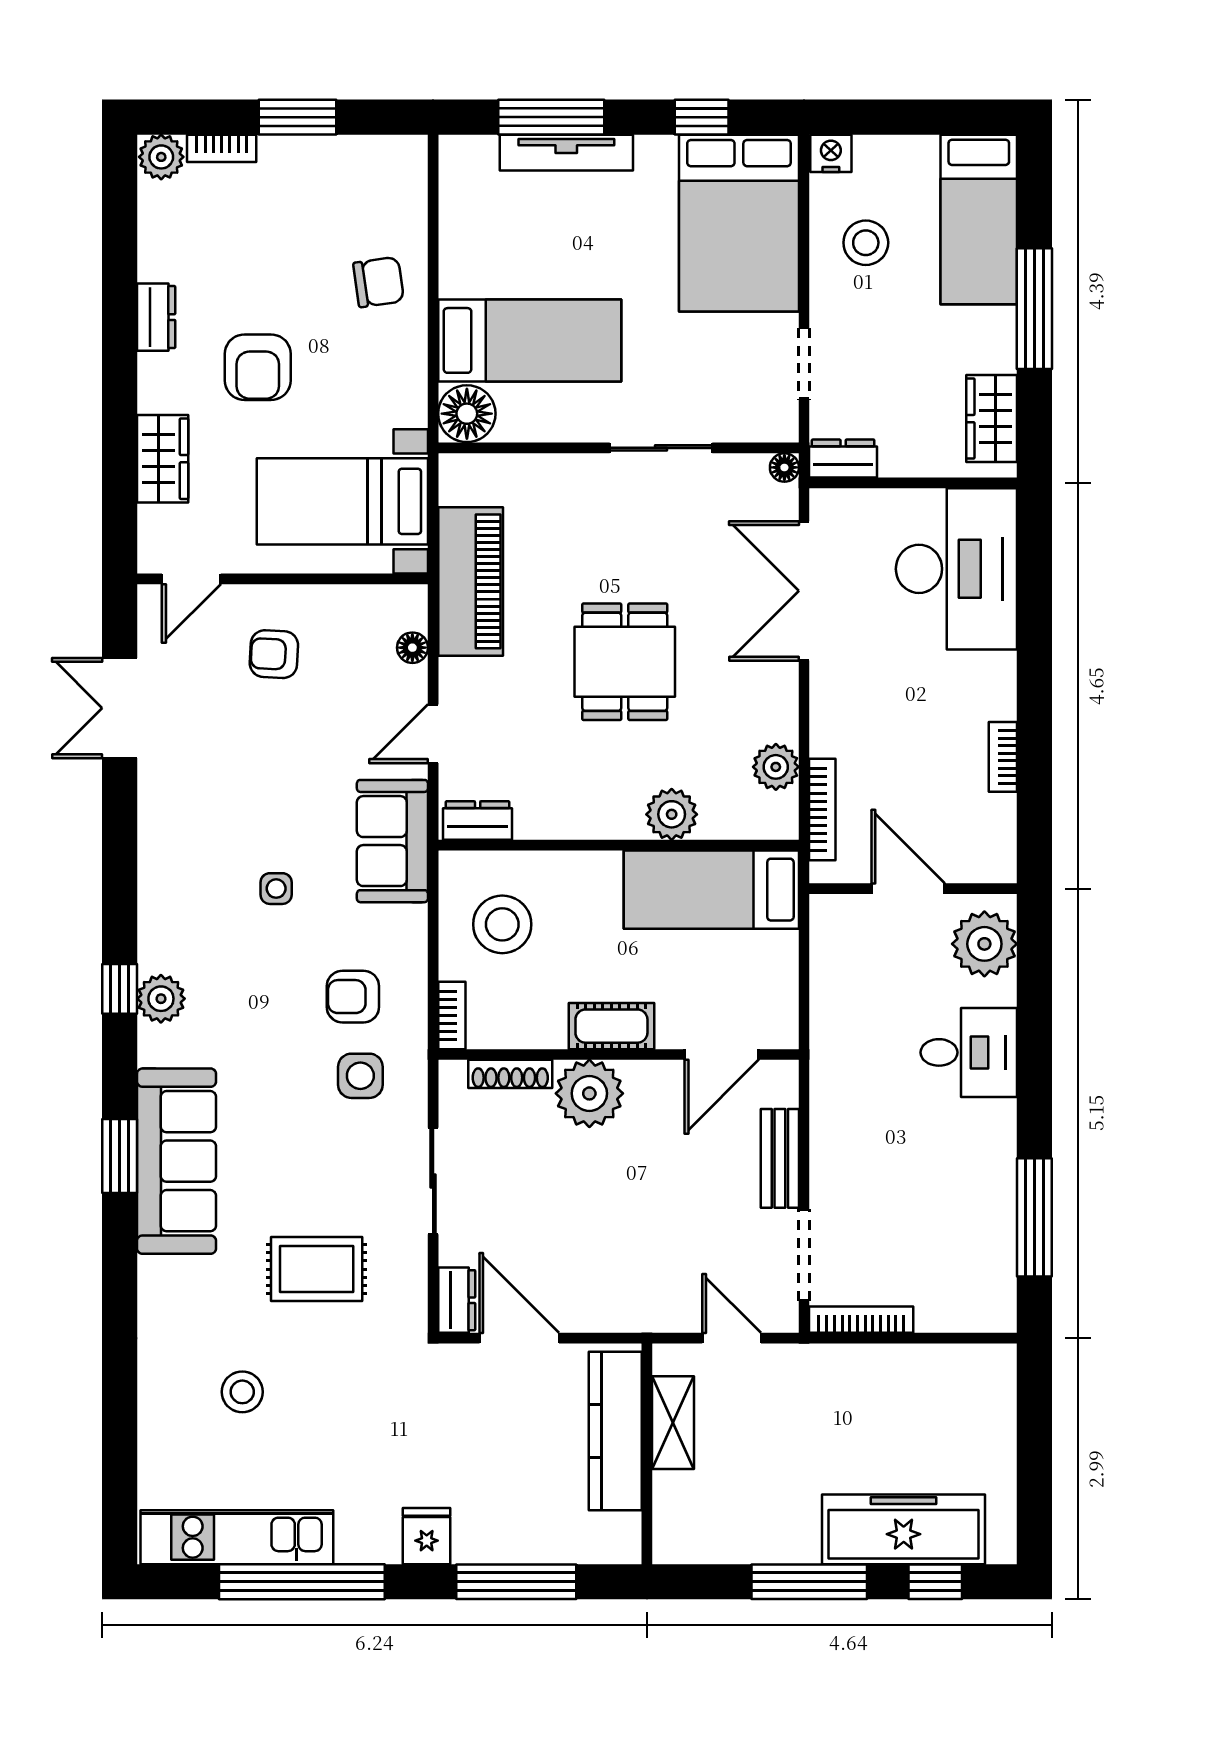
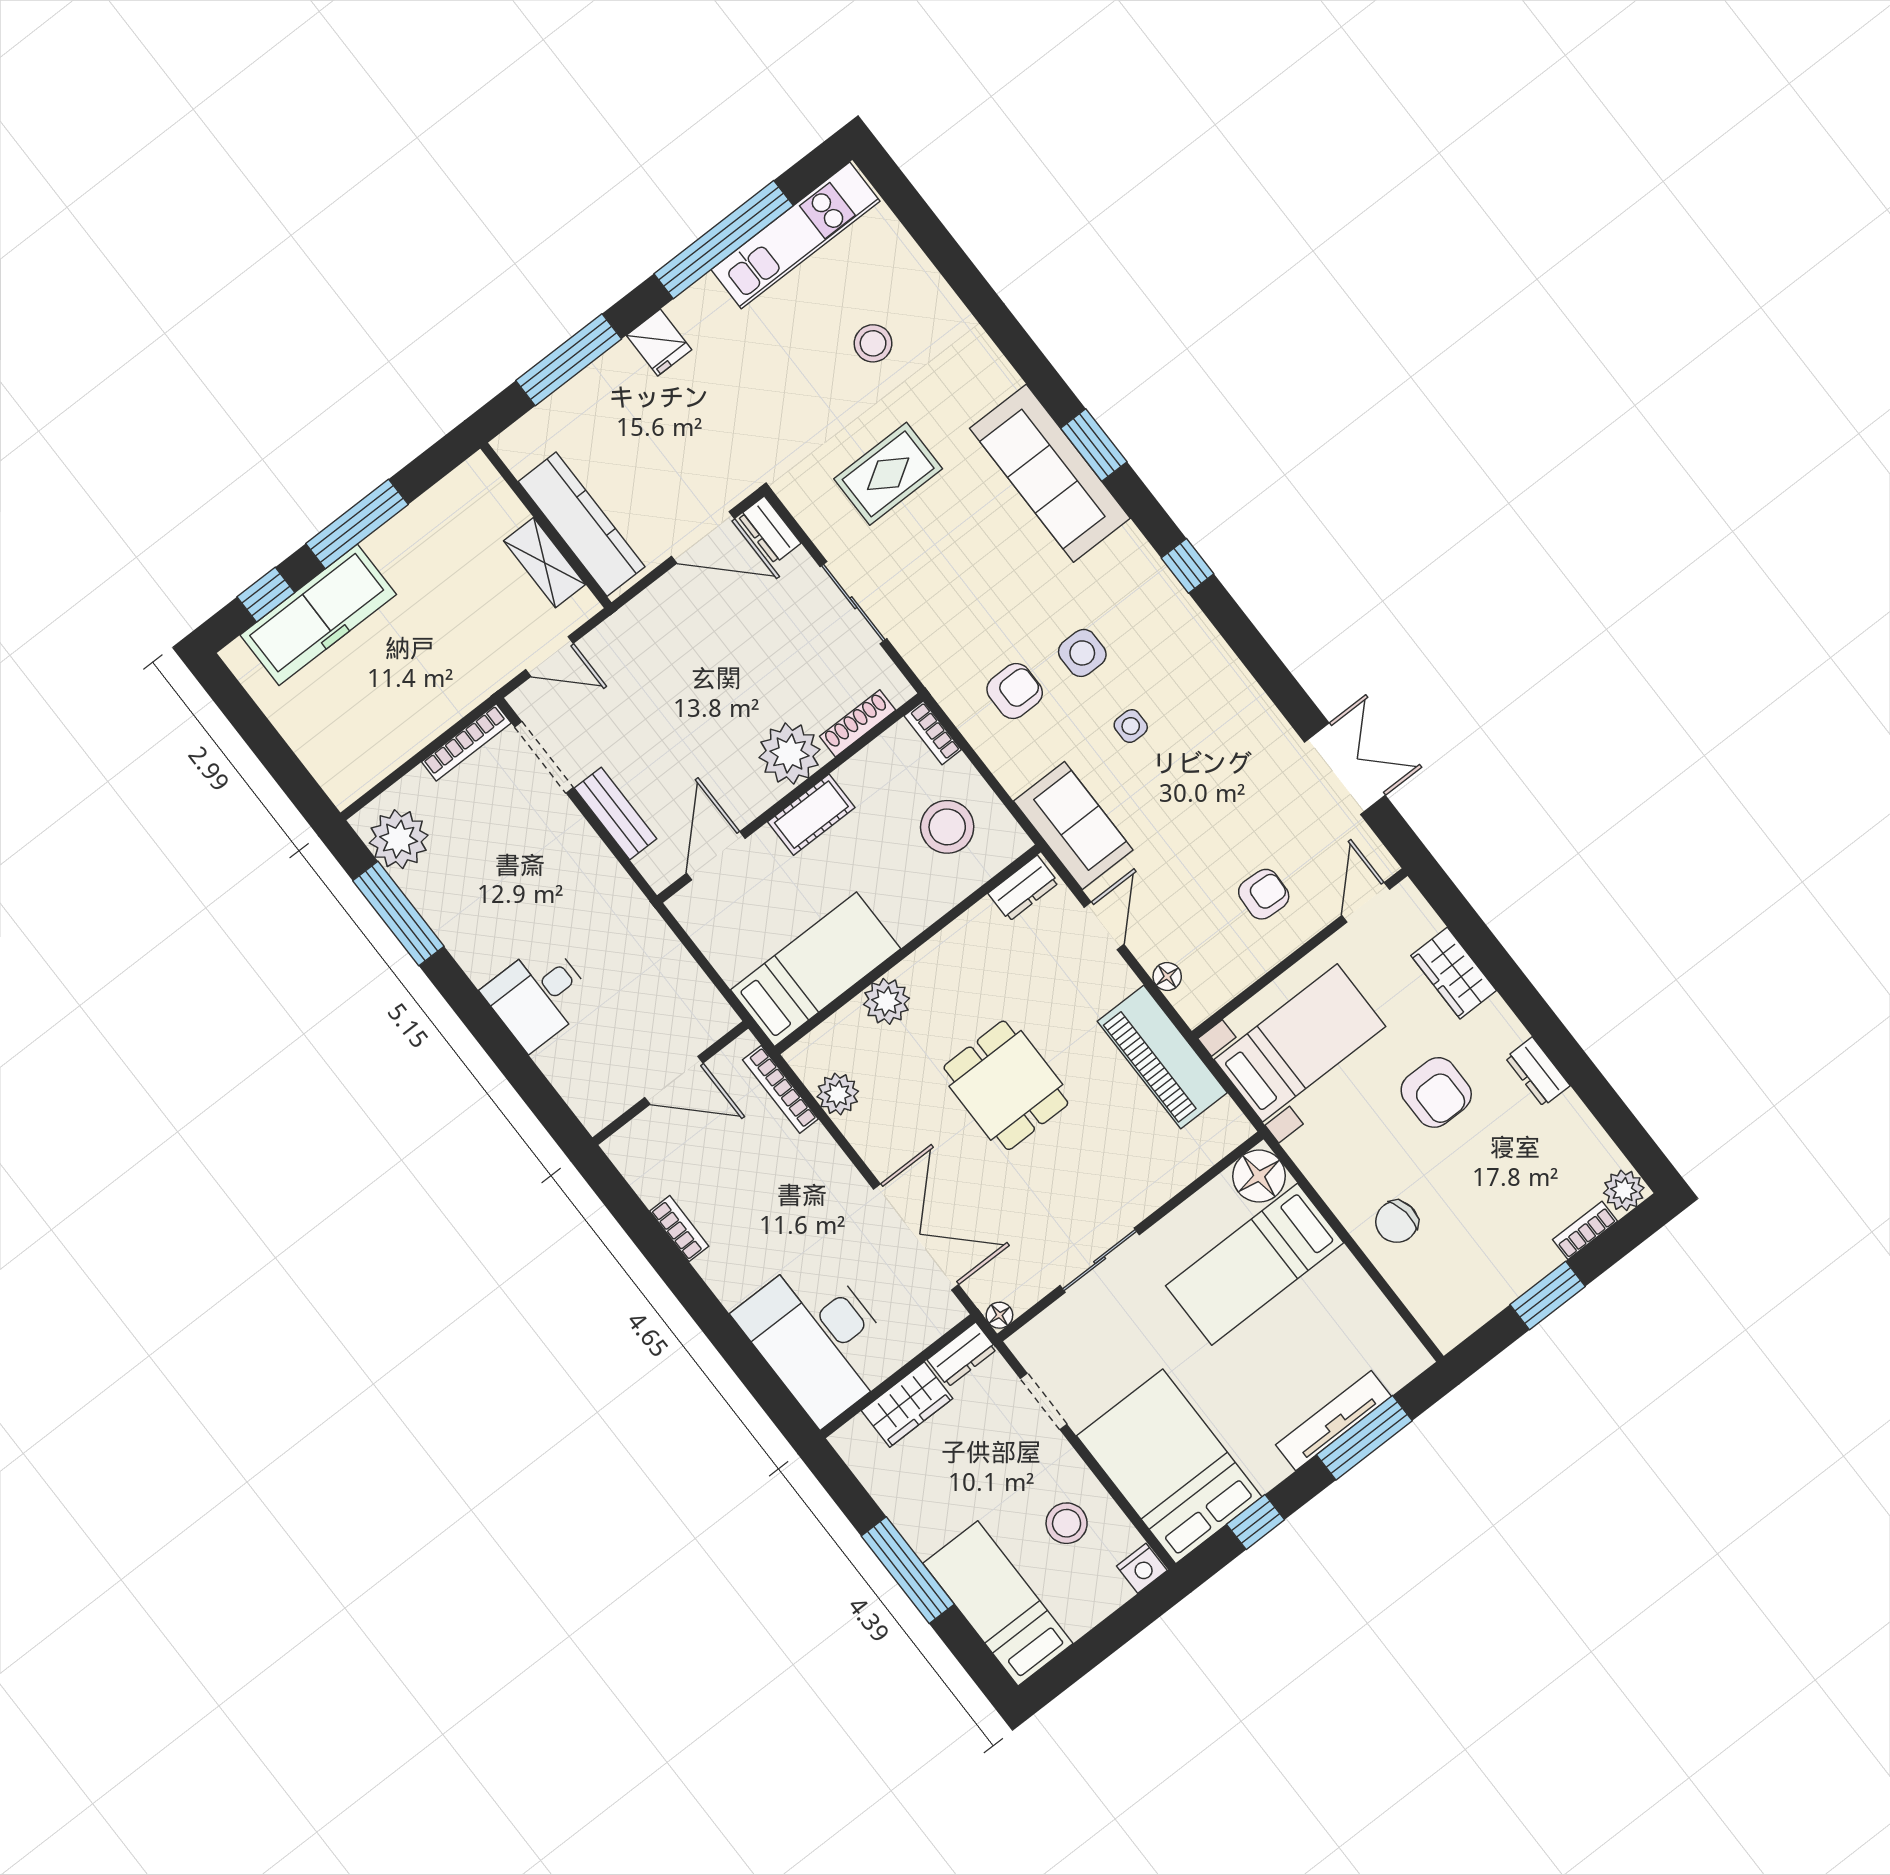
armchair: (258, 367) -> (1436, 1092), turned 180
wardrobe: (992, 419) -> (907, 1405), moved, turned 90
plant: (984, 944) -> (399, 839), moved
plant: (161, 999) -> (1152, 582), removed
side table: (360, 1076) -> (1082, 653), moved

